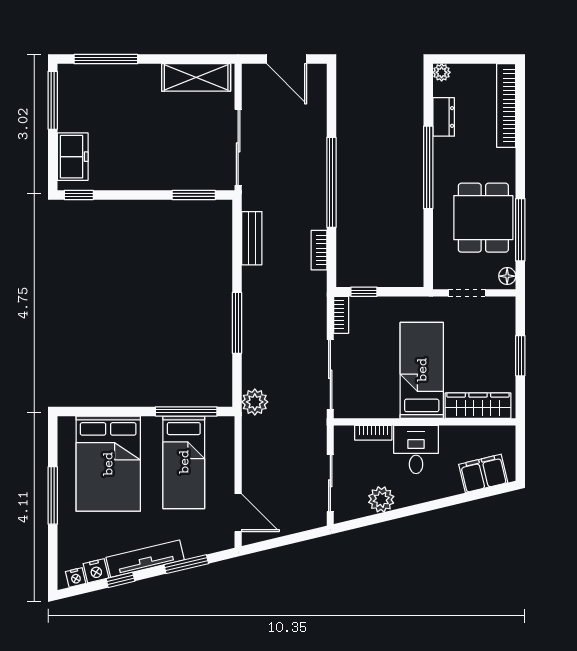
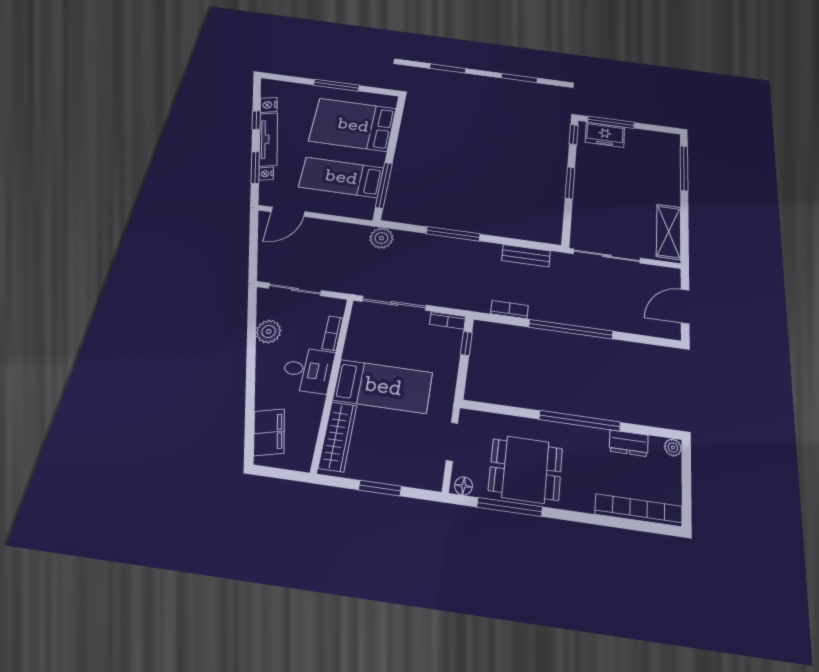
window: (53, 100) -> (611, 122), moved
window: (194, 195) -> (570, 183), moved
nightstand: (76, 577) -> (266, 174), moved

